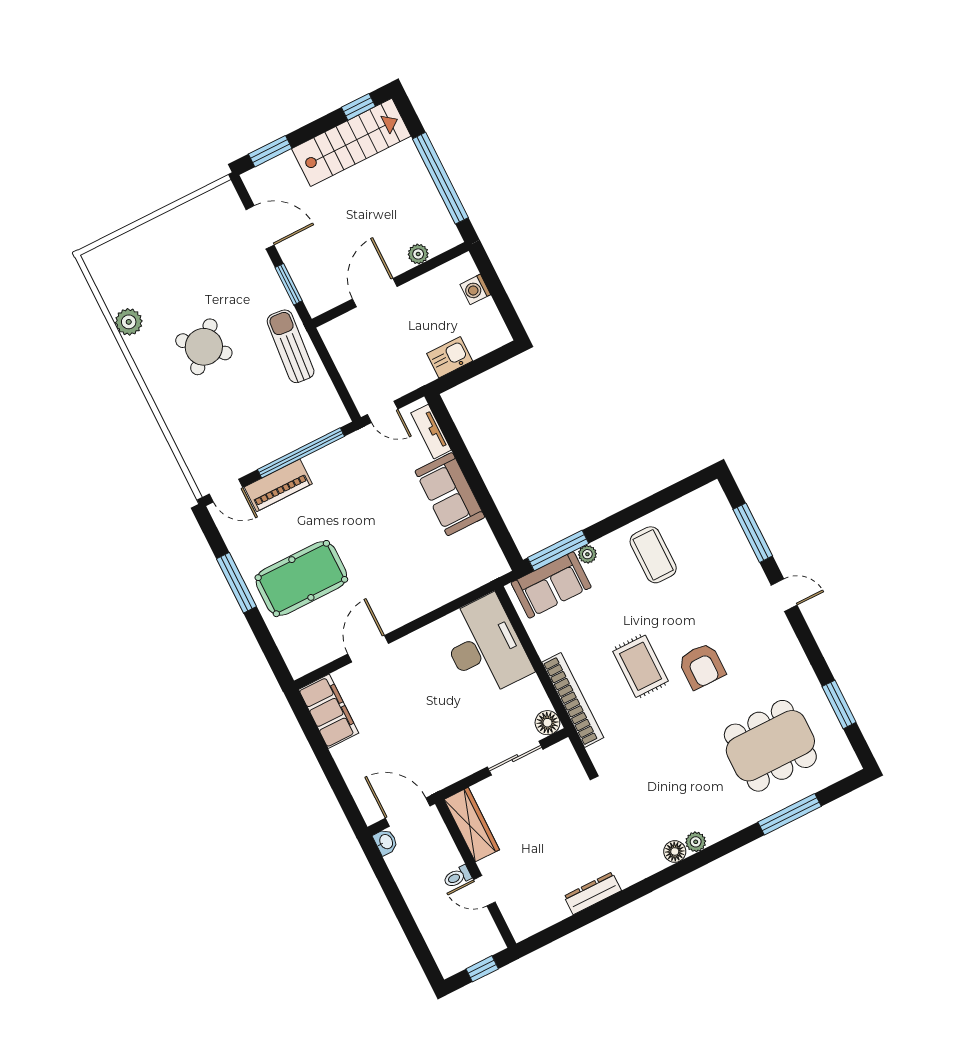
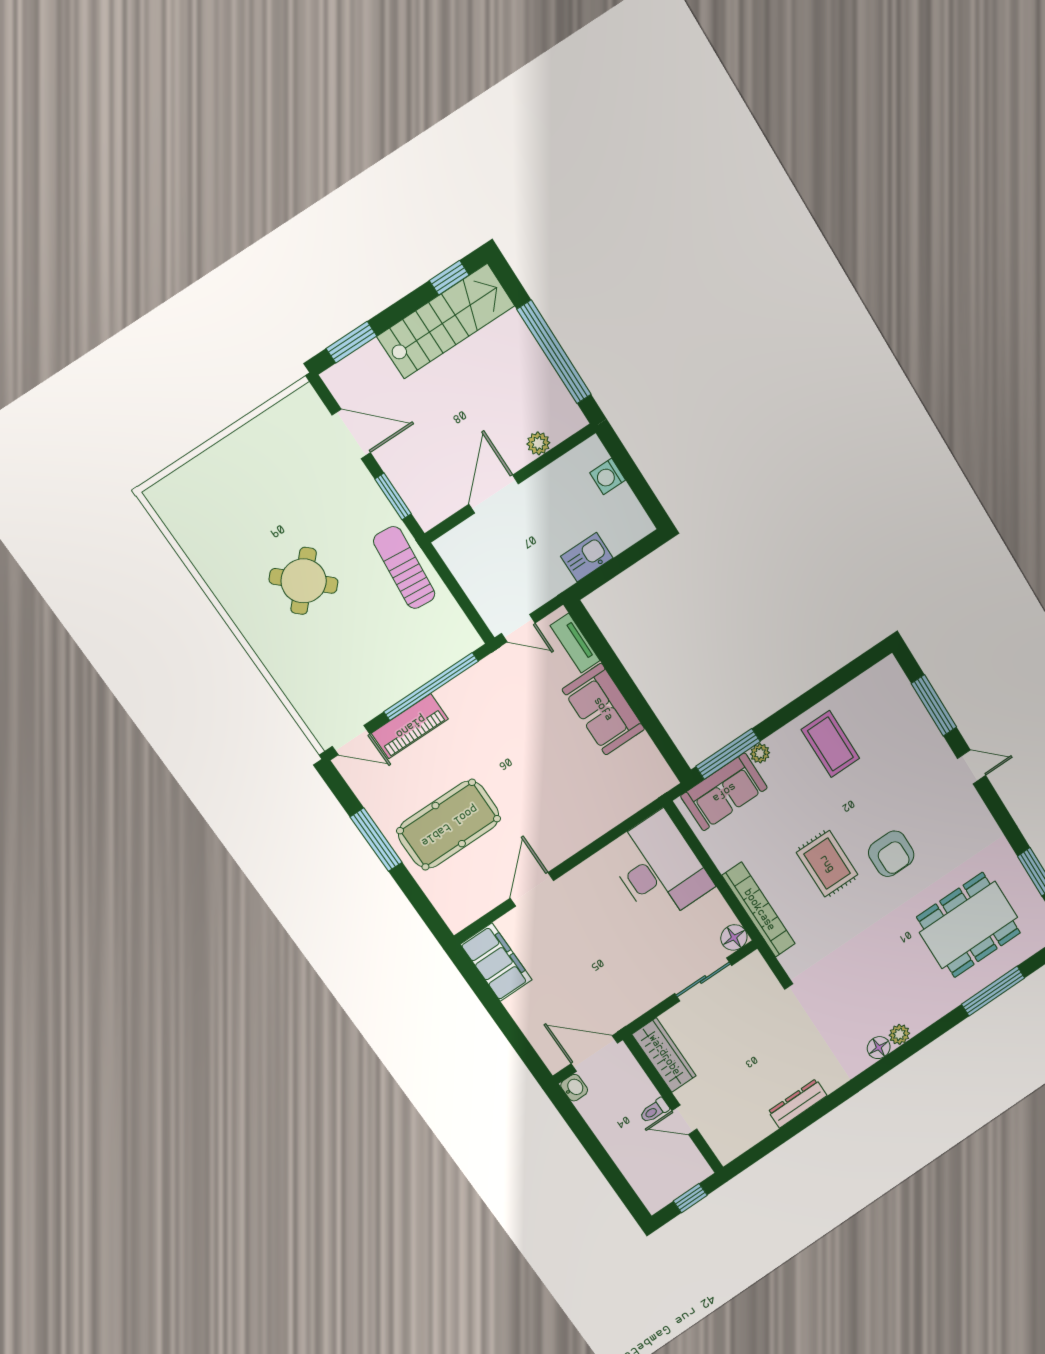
plant: (129, 322) -> (211, 563), removed

